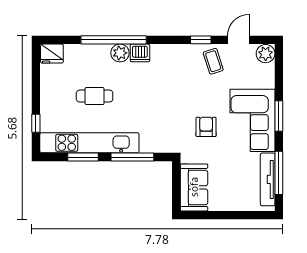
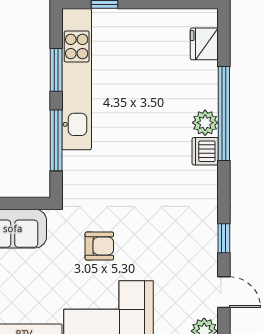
fridge: (52, 54) -> (204, 44), moved
coffee table: (213, 61) -> (193, 256), removed
cafe table: (95, 96) -> (143, 86), removed

